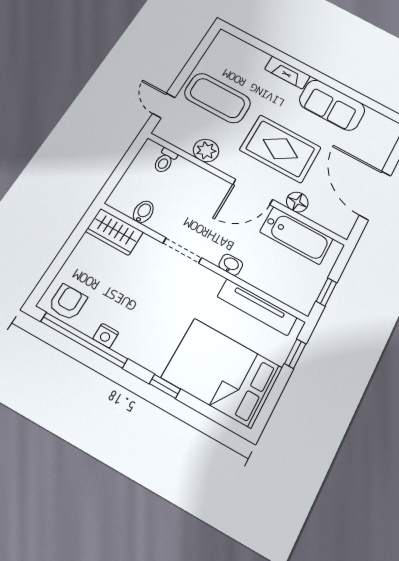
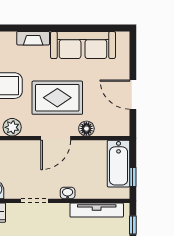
sofa: (332, 105) -> (83, 45), width x1.36
door: (375, 195) -> (133, 95), width x0.73
bathtub: (296, 235) -> (119, 164), moved, turned 90

